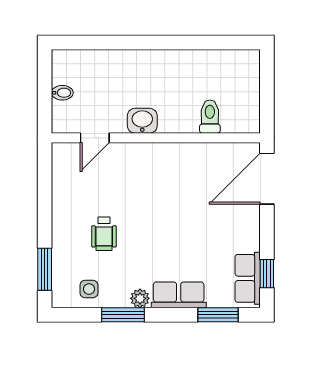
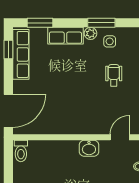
toilet: (210, 117) -> (21, 151), moved
row of seats: (248, 278) -> (21, 54), width x1.48
side table: (89, 289) -> (110, 41), moved

